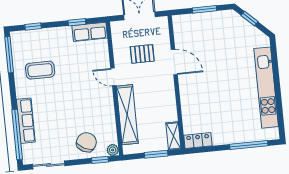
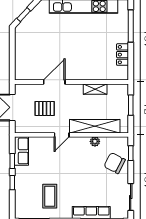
window: (205, 9) -> (12, 52), removed
window: (33, 27) -> (12, 183), moved
pallet: (142, 54) -> (45, 108), turned 90
shelving: (173, 136) -> (95, 89), moved
locker: (198, 140) -> (123, 55), moved
plant: (113, 150) -> (95, 141), moved

